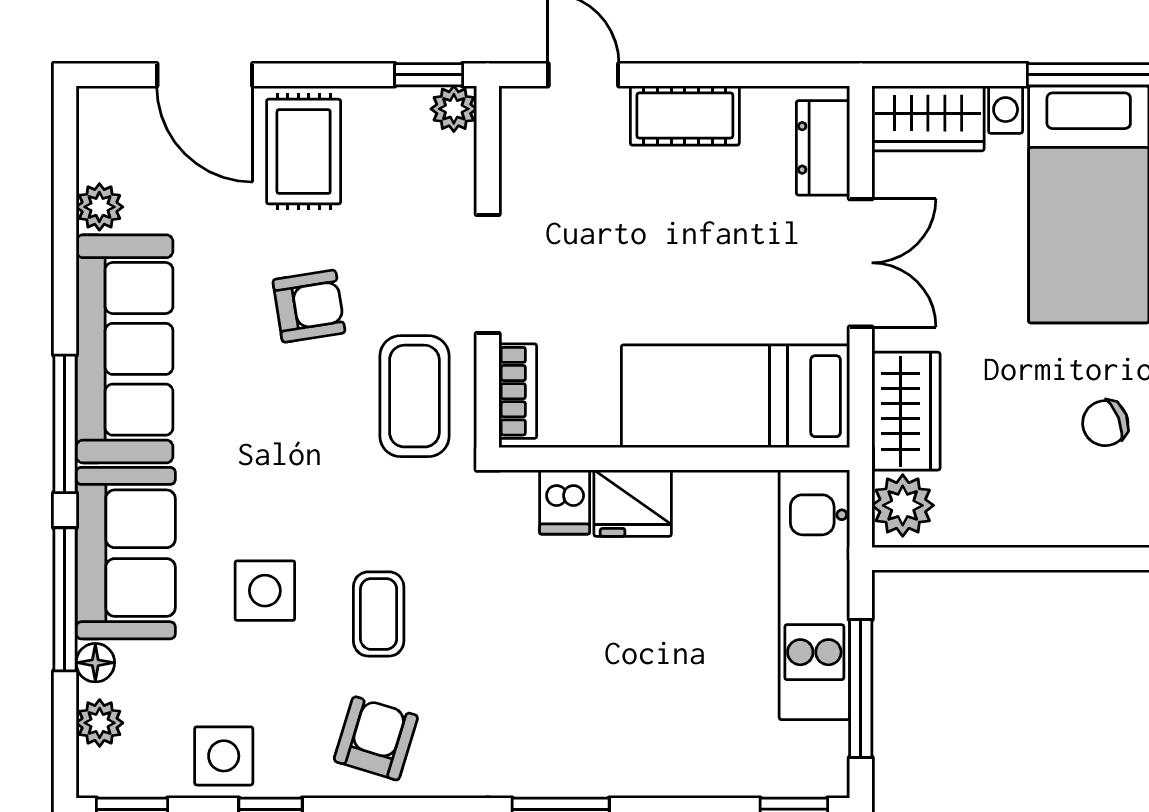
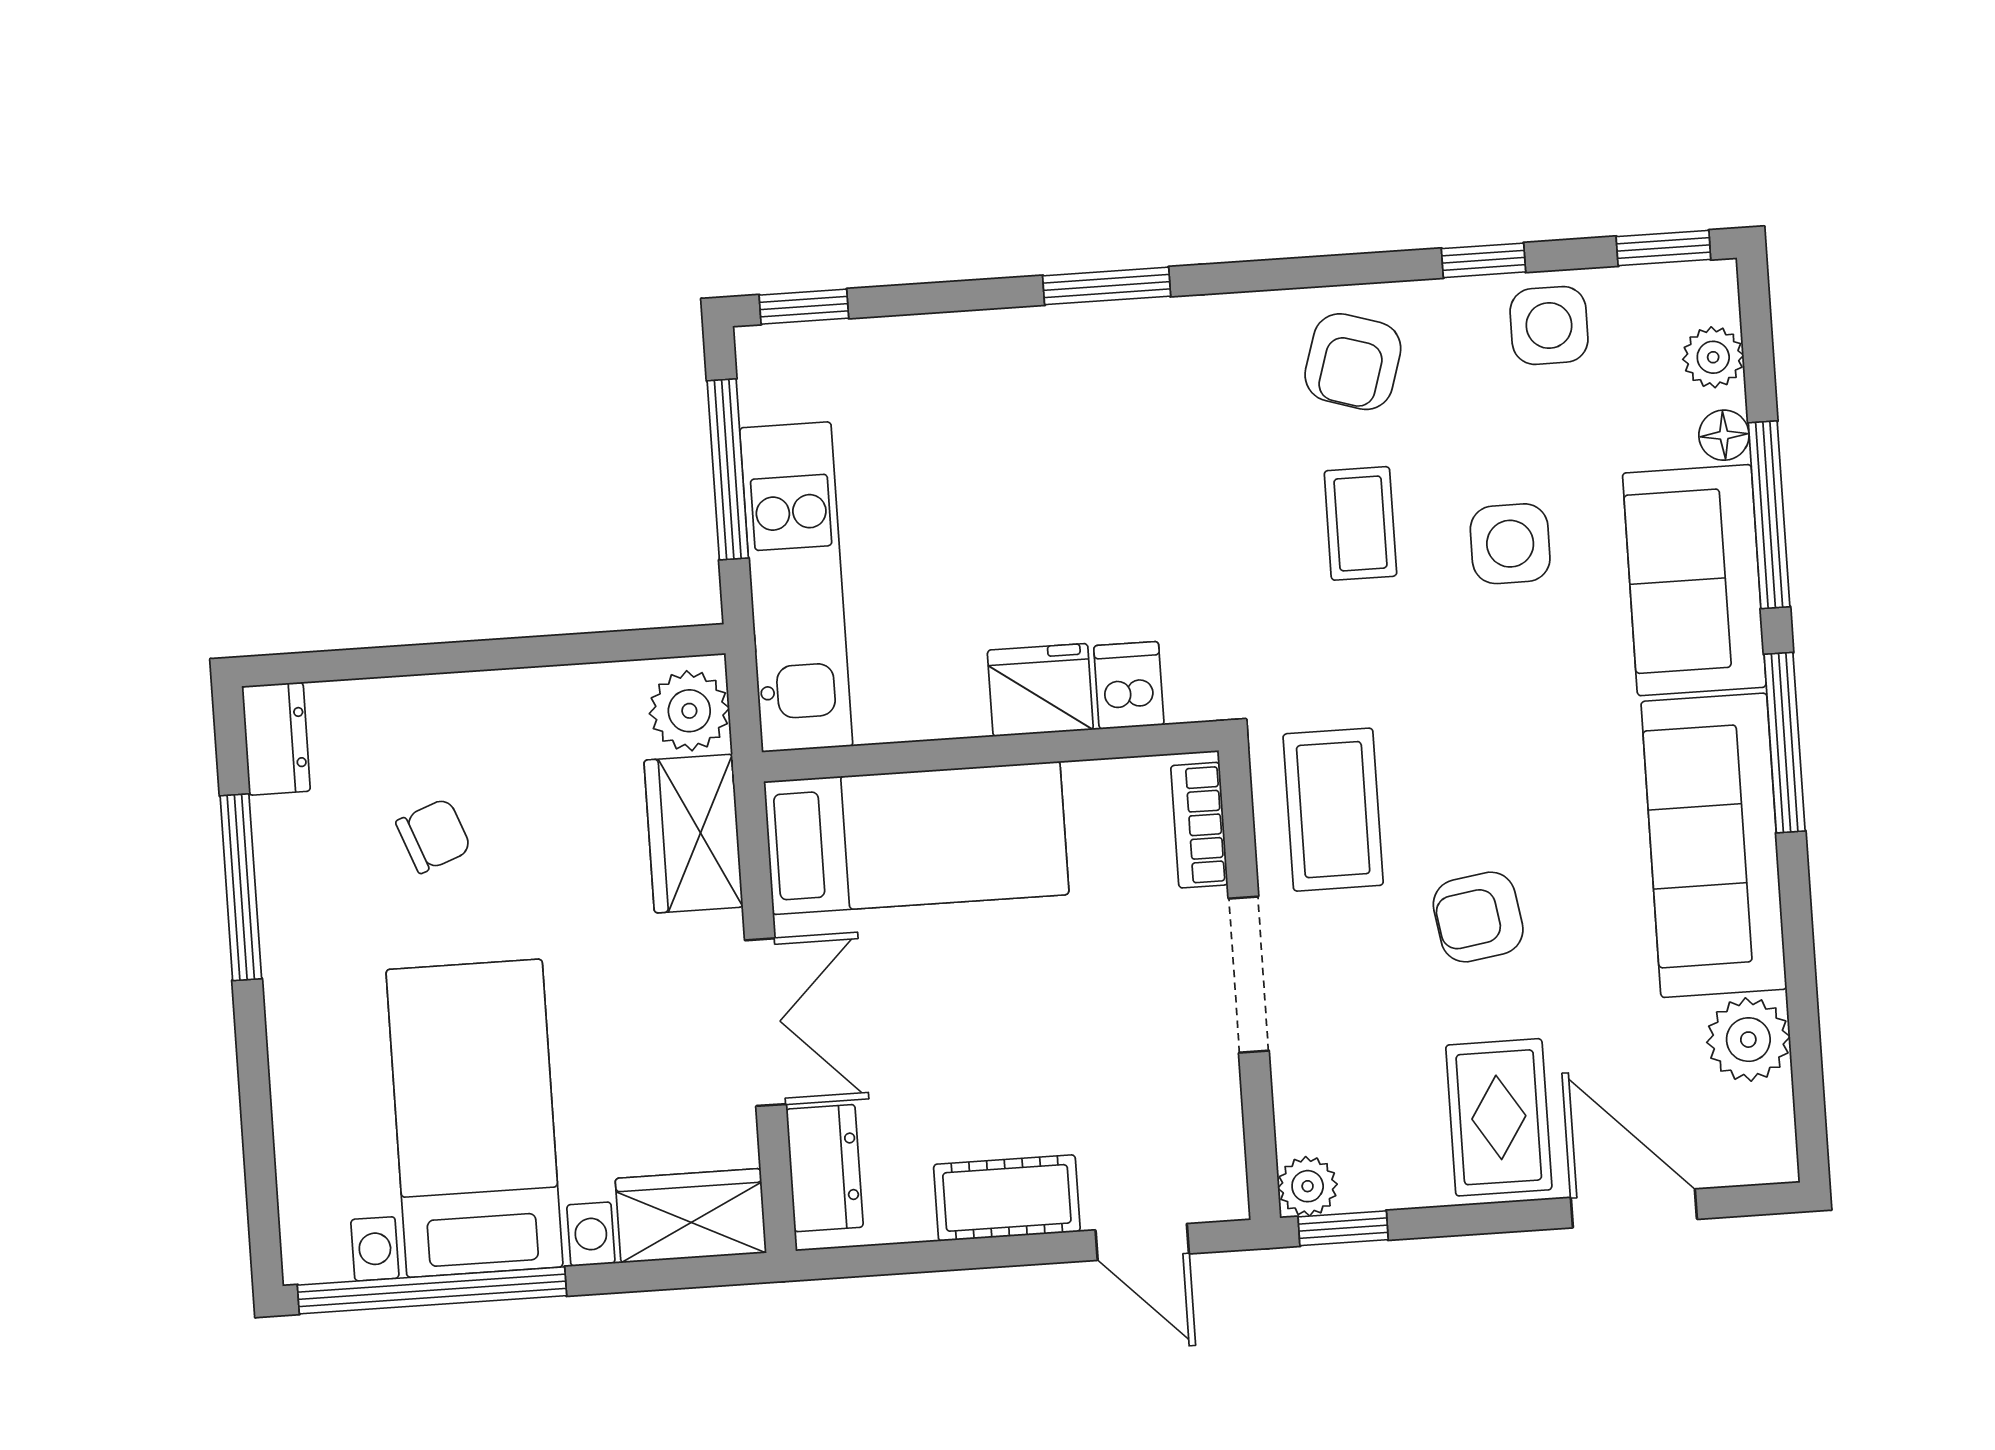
plant: (99, 207) -> (1748, 1040), width x1.38, depth x1.38
double door: (861, 263) -> (765, 1022), swing flipped

